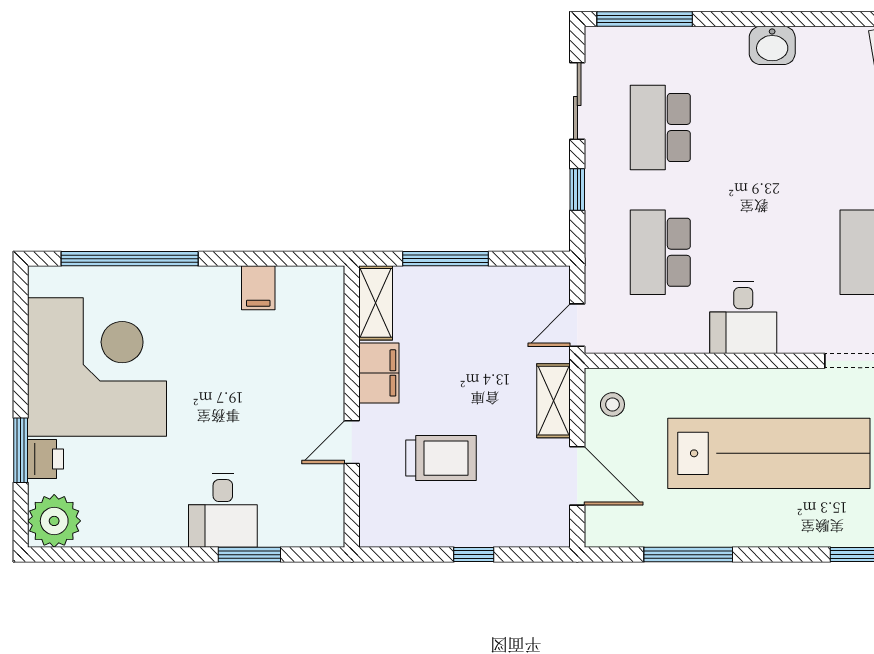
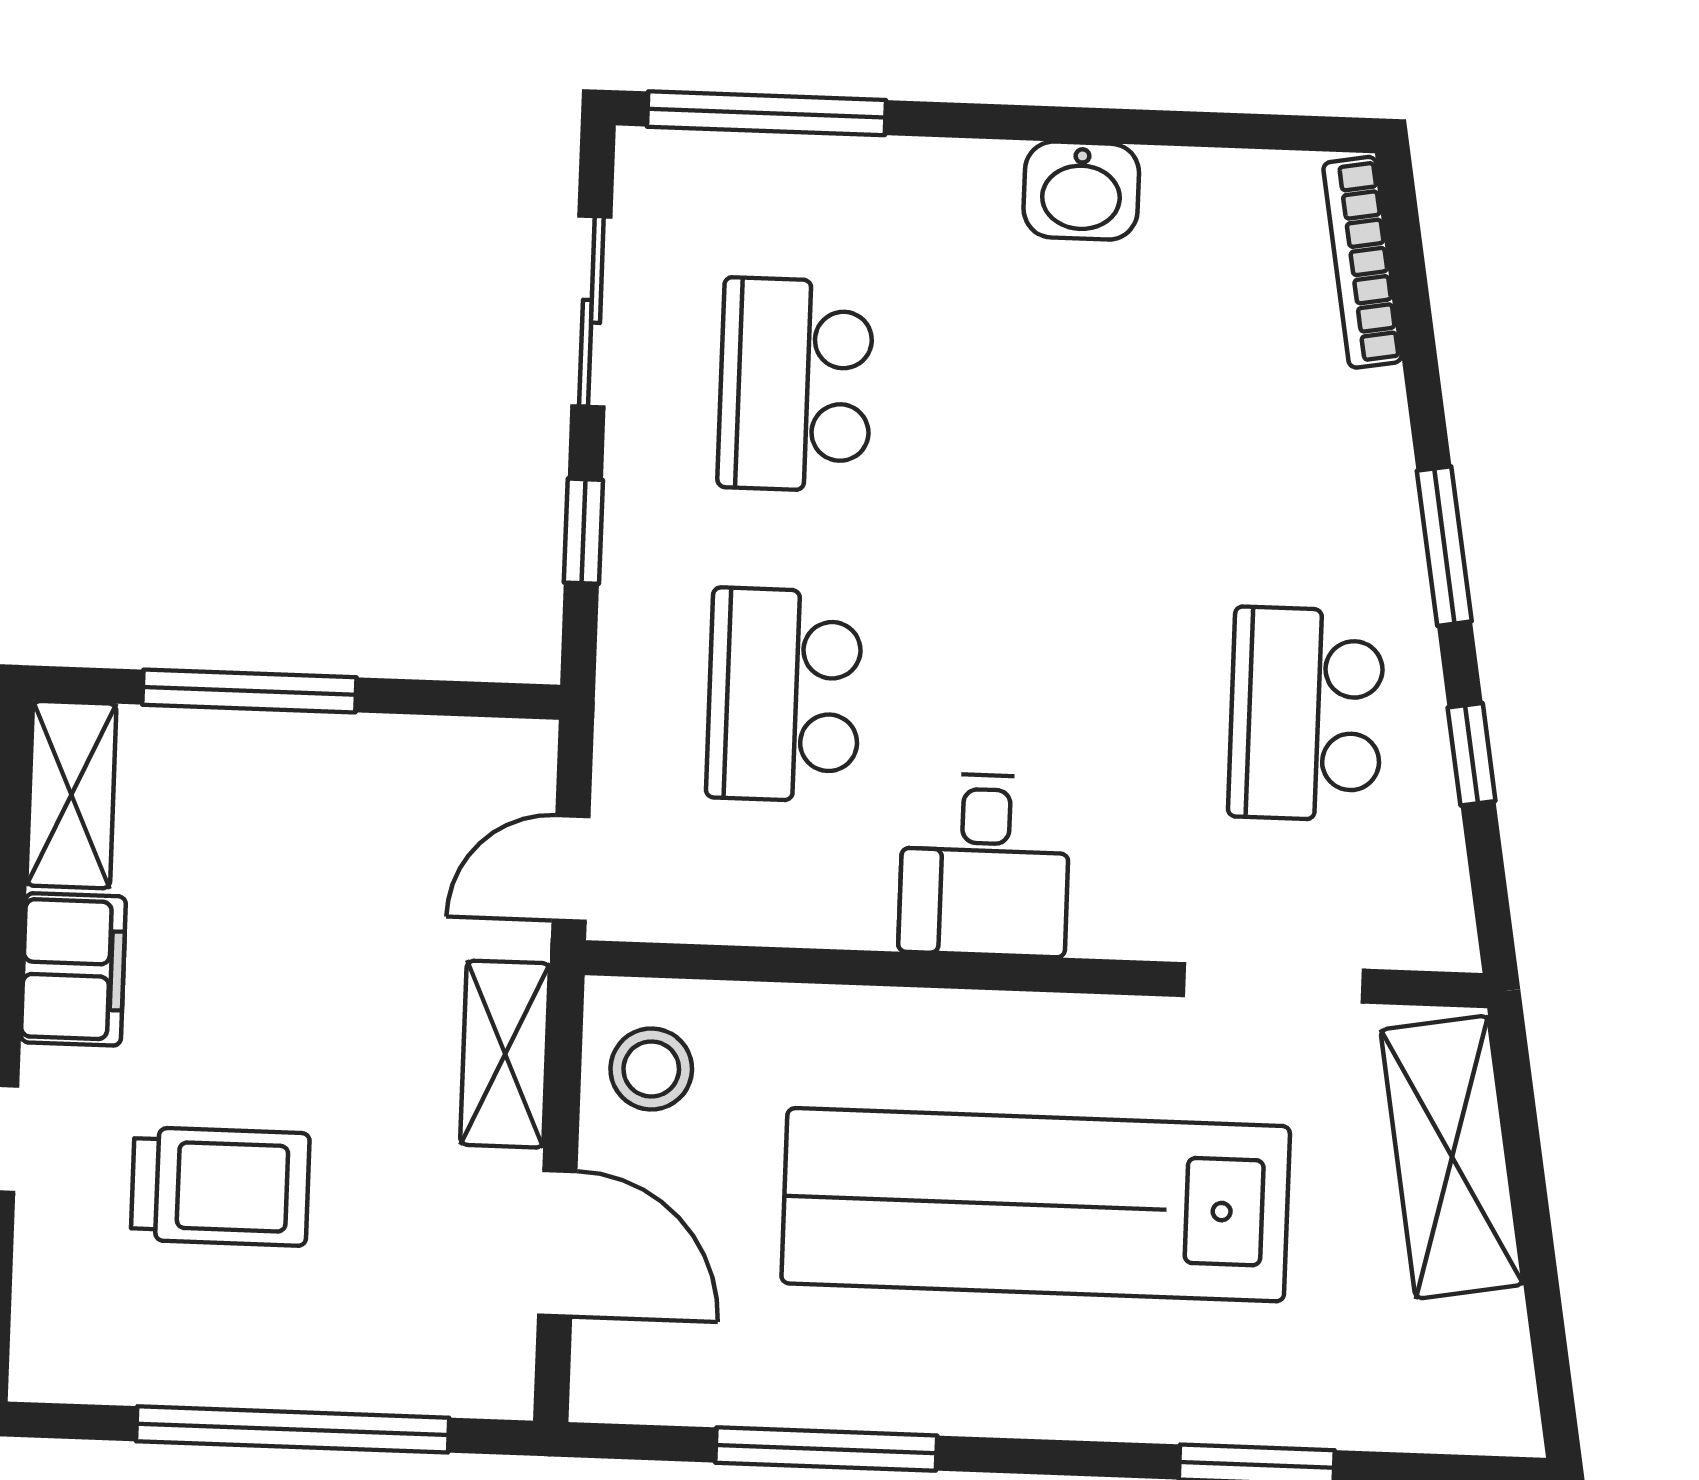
stool: (612, 404) -> (651, 1069), width x1.37, depth x1.37
lab bench: (769, 453) -> (1036, 1205), turned 180
window: (474, 555) -> (293, 1429), width x3.17

